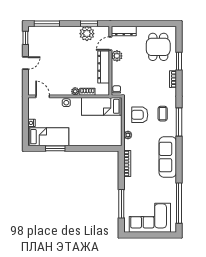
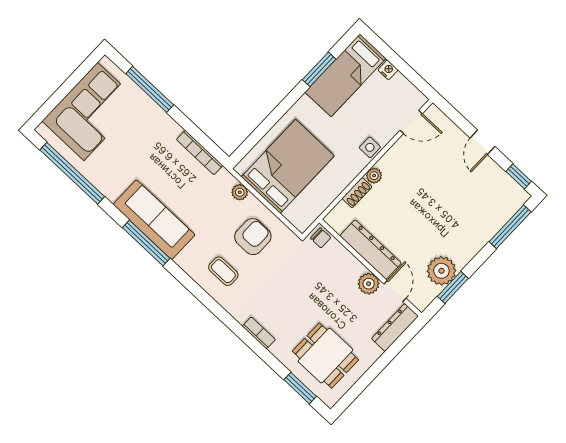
window: (179, 61) -> (300, 388), moved
bed: (102, 106) -> (288, 166), moved, width x1.50
window: (179, 122) -> (146, 243), moved

